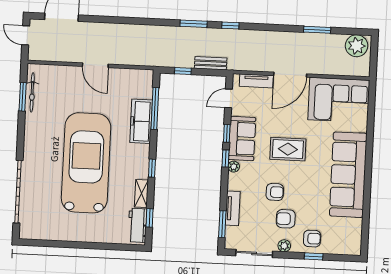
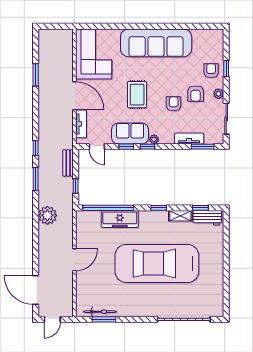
plant: (357, 46) -> (47, 215), moved
window: (155, 109) -> (108, 208), width x1.46

